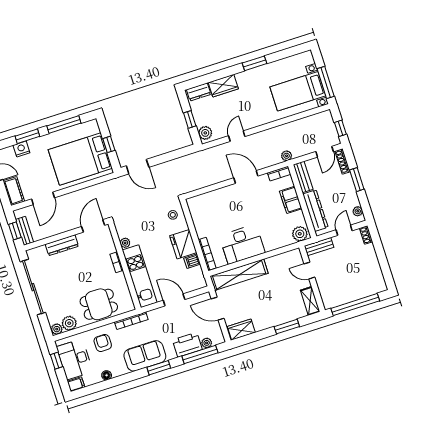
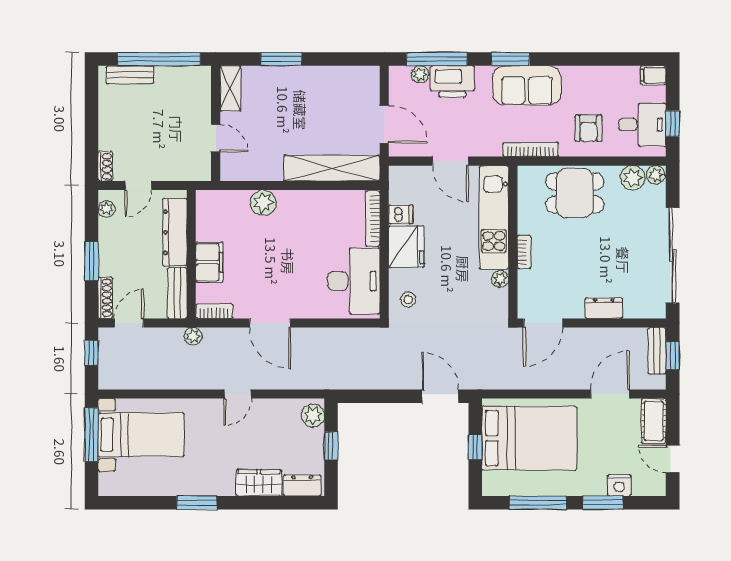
door: (237, 136) -> (238, 394), moved
plant: (300, 234) -> (263, 203), moved
desk: (242, 244) -> (354, 281), moved, turned 90
dresser: (62, 245) -> (604, 308), width x0.70
bench: (319, 247) -> (130, 75), moved
wardrobe: (241, 329) -> (357, 78), removed
desk: (75, 359) -> (642, 125), width x0.73
floor lamp: (107, 375) -> (599, 74), removed

